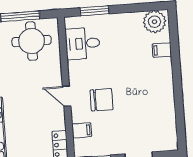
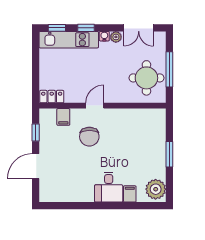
window: (95, 11) -> (169, 154), moved
desk: (83, 43) -> (109, 187), moved, turned 180

